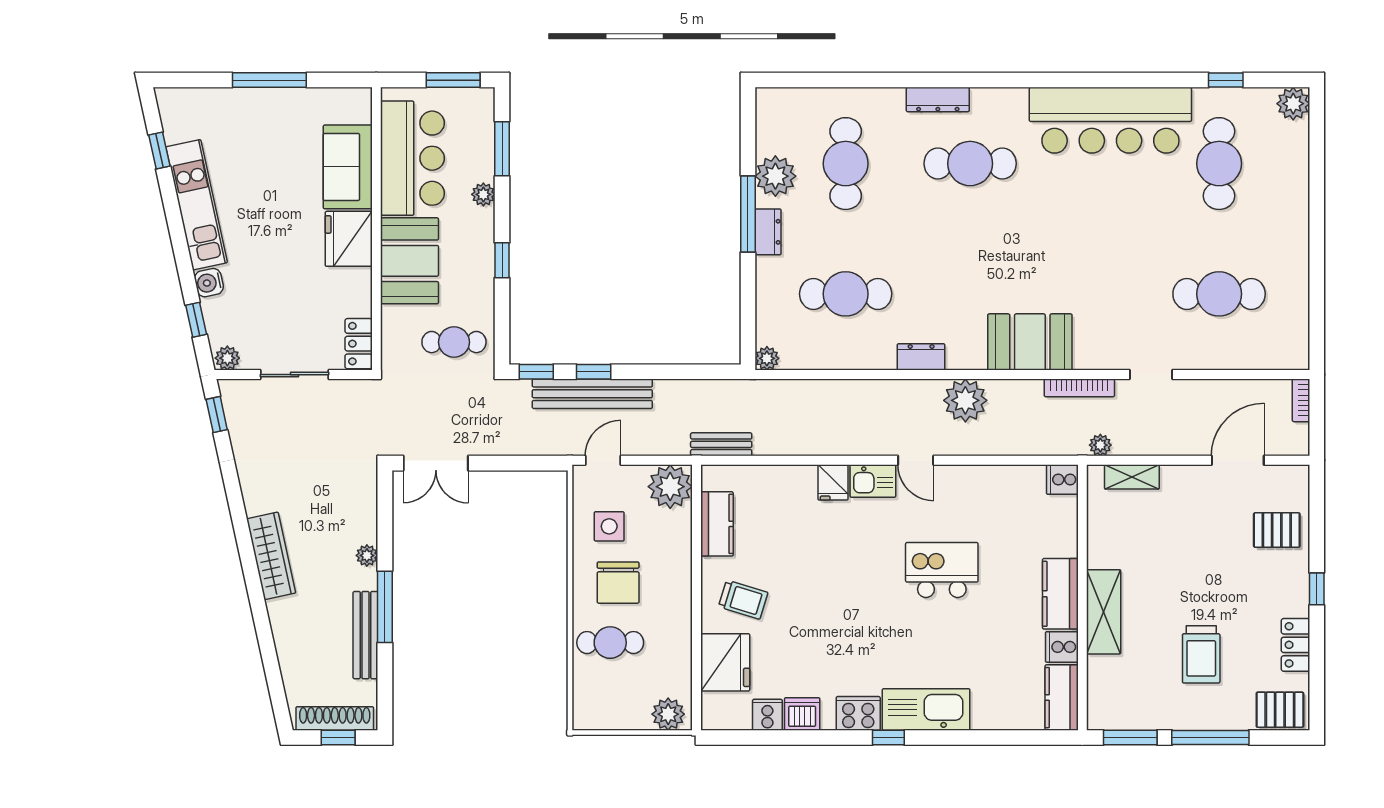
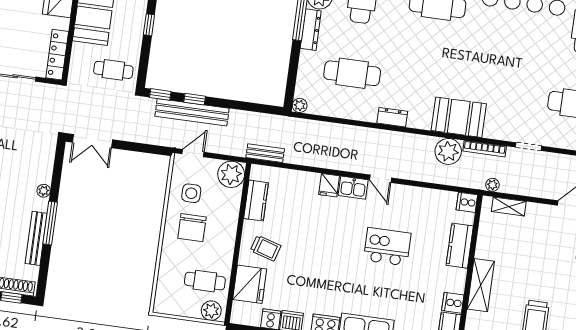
dresser: (768, 232) -> (311, 30), width x1.44
locker: (359, 344) -> (57, 55), width x1.53
plant: (965, 400) -> (448, 151), moved
kitchen counter: (1060, 594) -> (460, 246), moved
cafe table: (610, 643) -> (205, 281), moved

